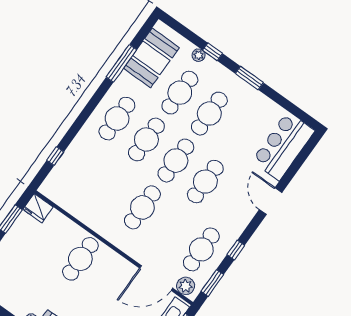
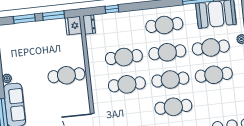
cafe table: (113, 186) -> (124, 57), added
dresser: (50, 192) -> (89, 24), added

